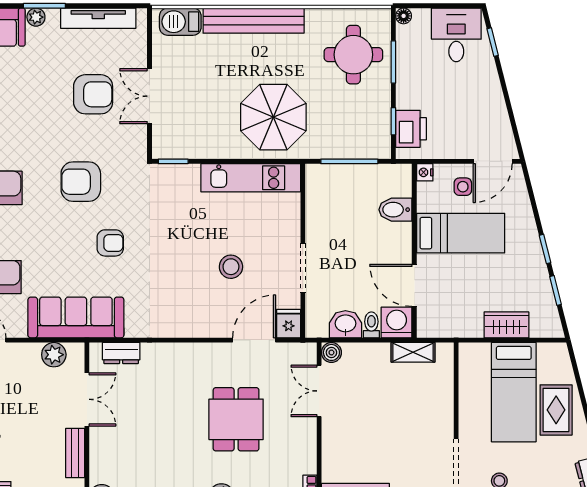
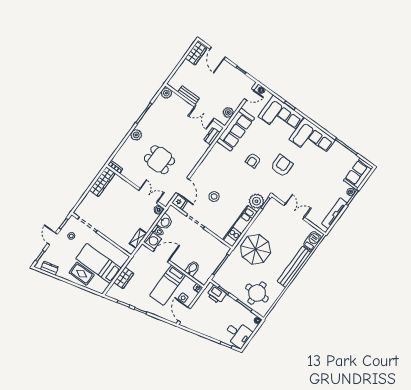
armchair: (93, 94) -> (309, 192), removed
plant: (182, 181) -> (256, 201), added

